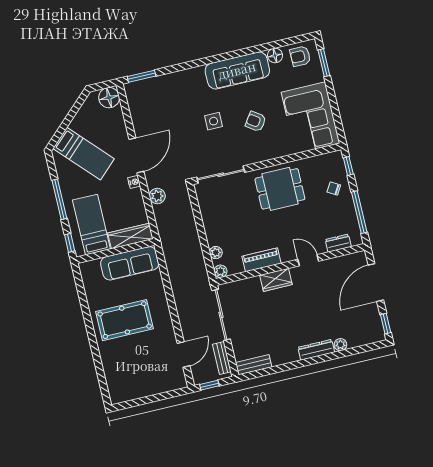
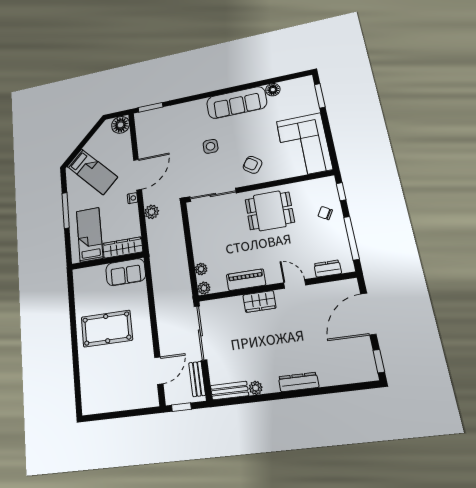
armchair: (300, 56) -> (297, 90), removed
armchair: (256, 121) -> (253, 165), moved
window: (70, 243) -> (68, 250), removed
sofa: (130, 263) -> (126, 272), width x0.73
plant: (340, 345) -> (256, 388), moved

